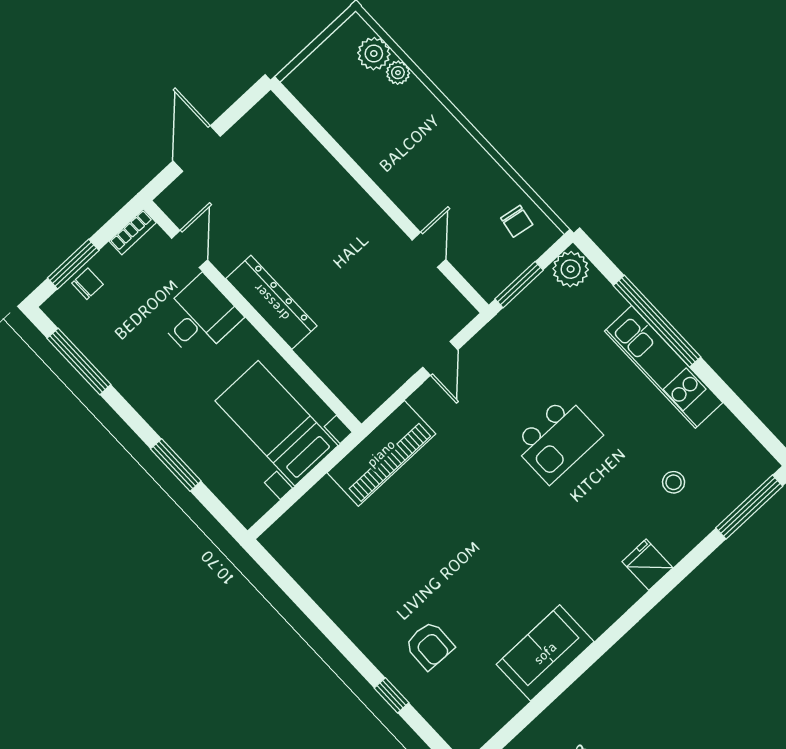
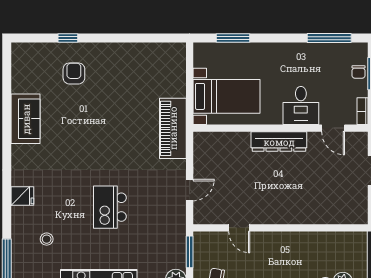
door: (440, 358) -> (190, 190), swing flipped
window: (176, 465) -> (233, 38), moved
armchair: (429, 645) -> (74, 73), turned 88

